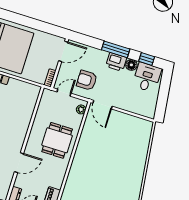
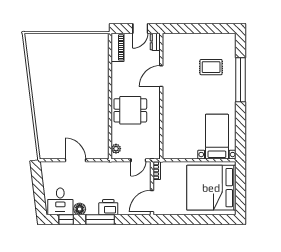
printer: (116, 62) -> (108, 207), moved
armchair: (87, 80) -> (119, 180), removed
door: (103, 105) -> (76, 160), moved
dining table: (57, 140) -> (130, 110), turned 90

